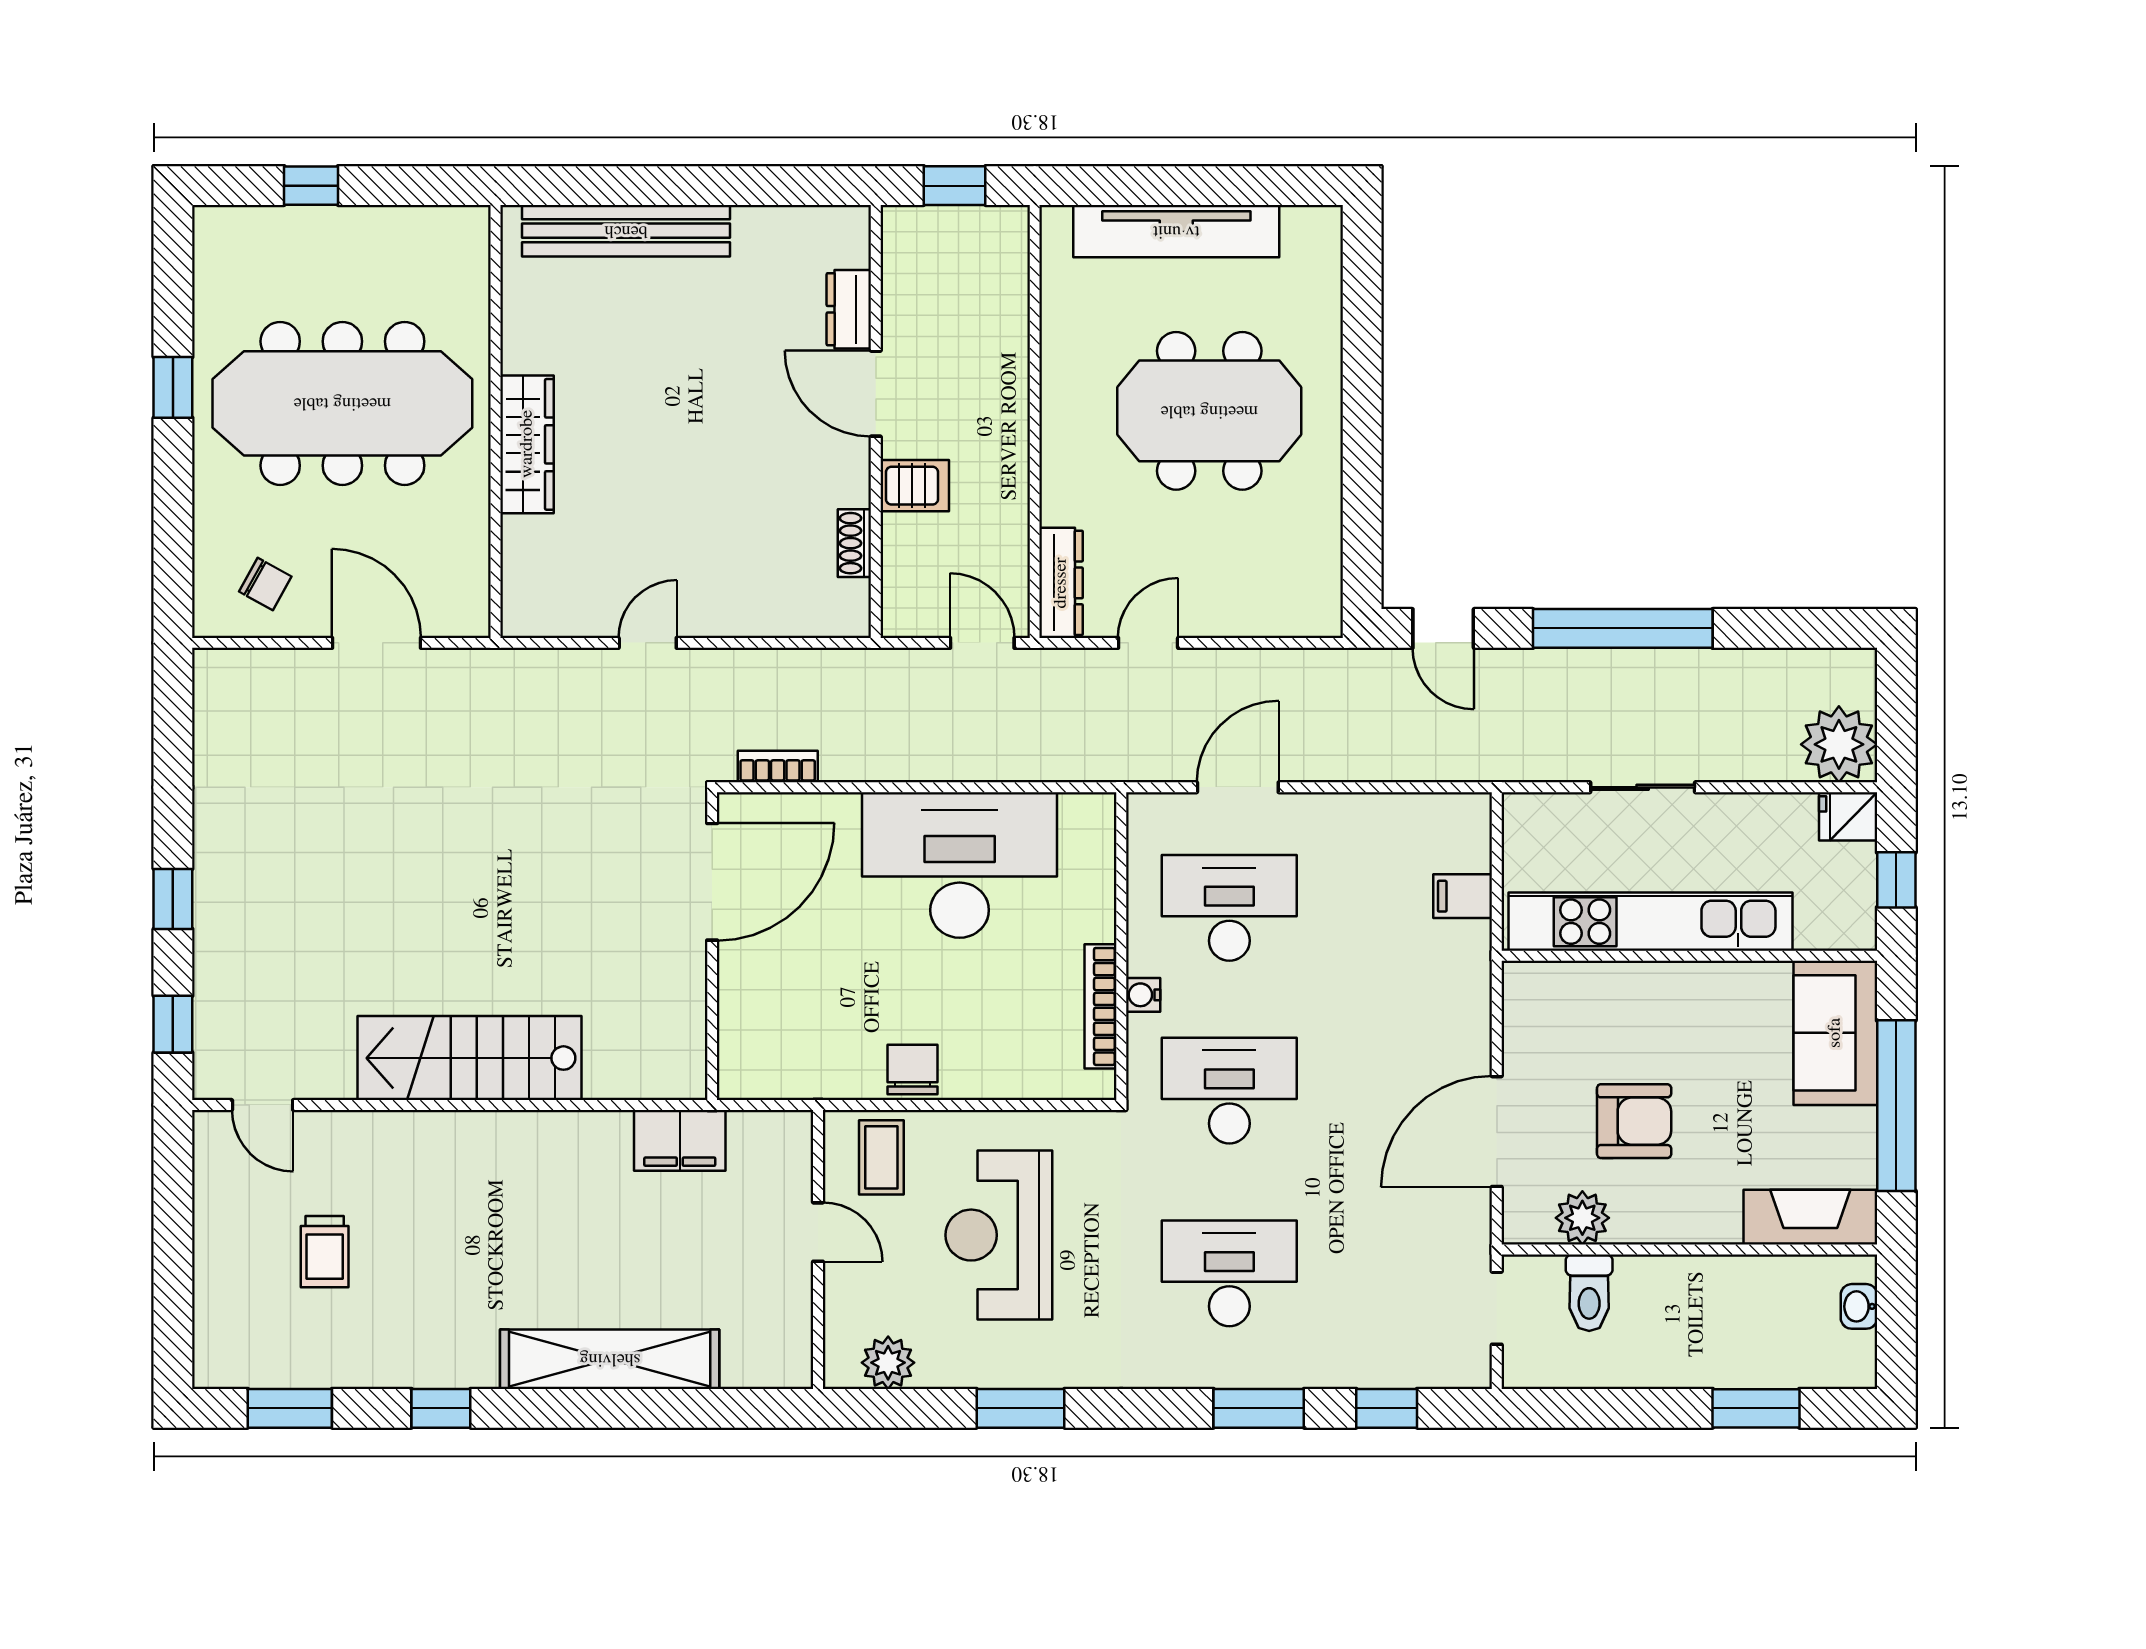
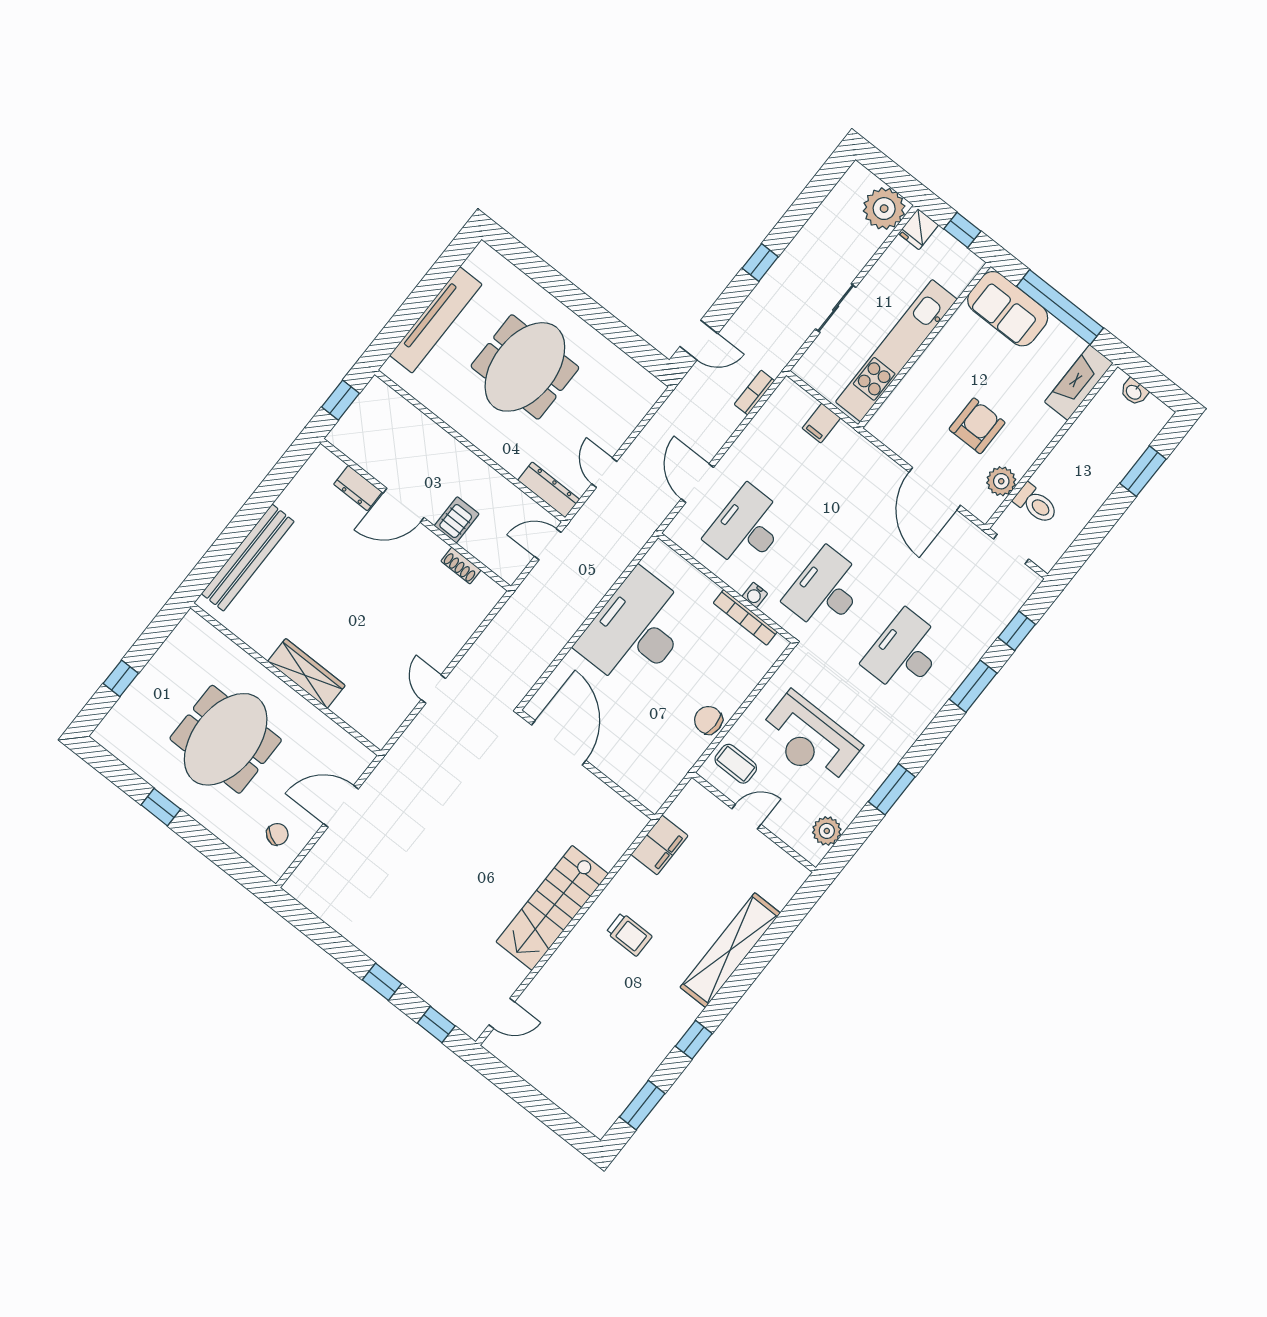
meeting table: (342, 403) -> (226, 739), width x0.73
window: (1623, 628) -> (760, 262), width x0.32
bookcase: (778, 767) -> (754, 393), moved
trolley: (325, 1252) -> (629, 934), moved

